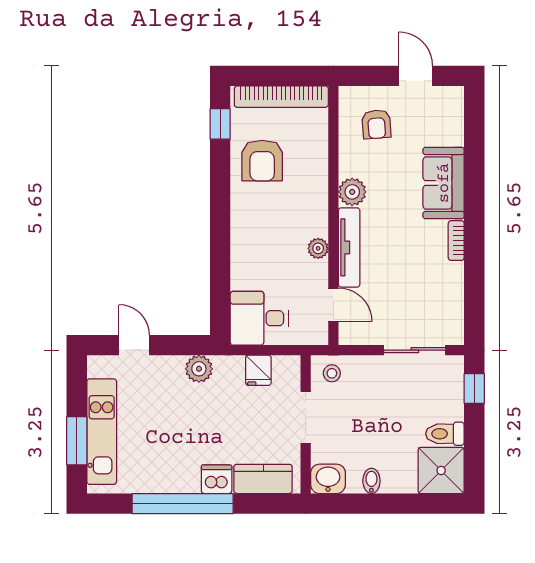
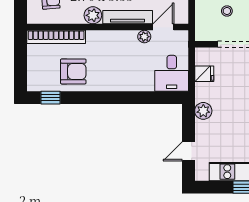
bookcase: (281, 97) -> (56, 37), moved, turned 90
plant: (318, 248) -> (144, 37), moved
stool: (332, 373) -> (227, 11), moved

